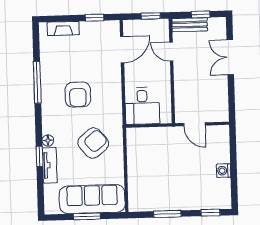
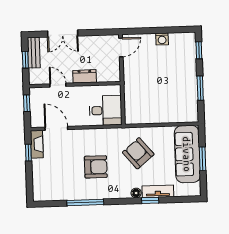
bench: (190, 25) -> (34, 53), moved
fireplace: (63, 28) -> (37, 144), moved
door: (171, 52) -> (58, 85), swing flipped
dresser: (181, 82) -> (85, 76), added
door: (194, 124) -> (121, 47), moved

